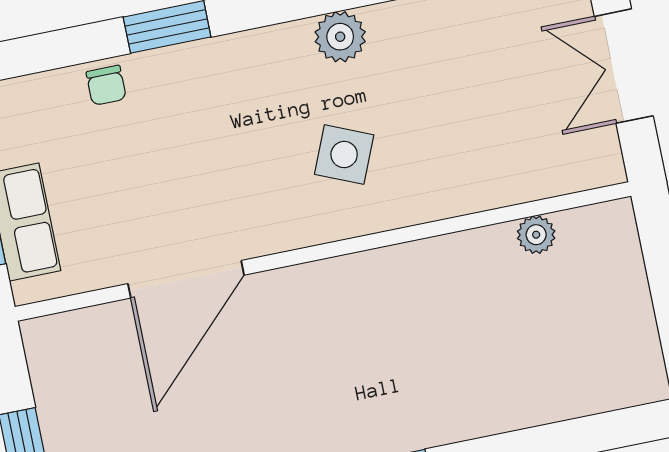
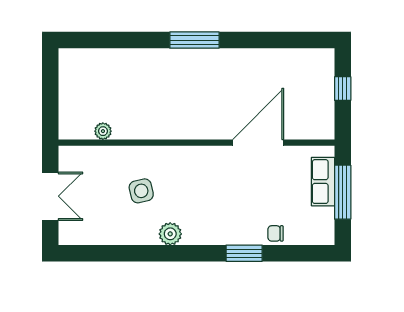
chair: (106, 85) -> (276, 233), turned -90
side table: (344, 155) -> (141, 191), moved, turned -36

